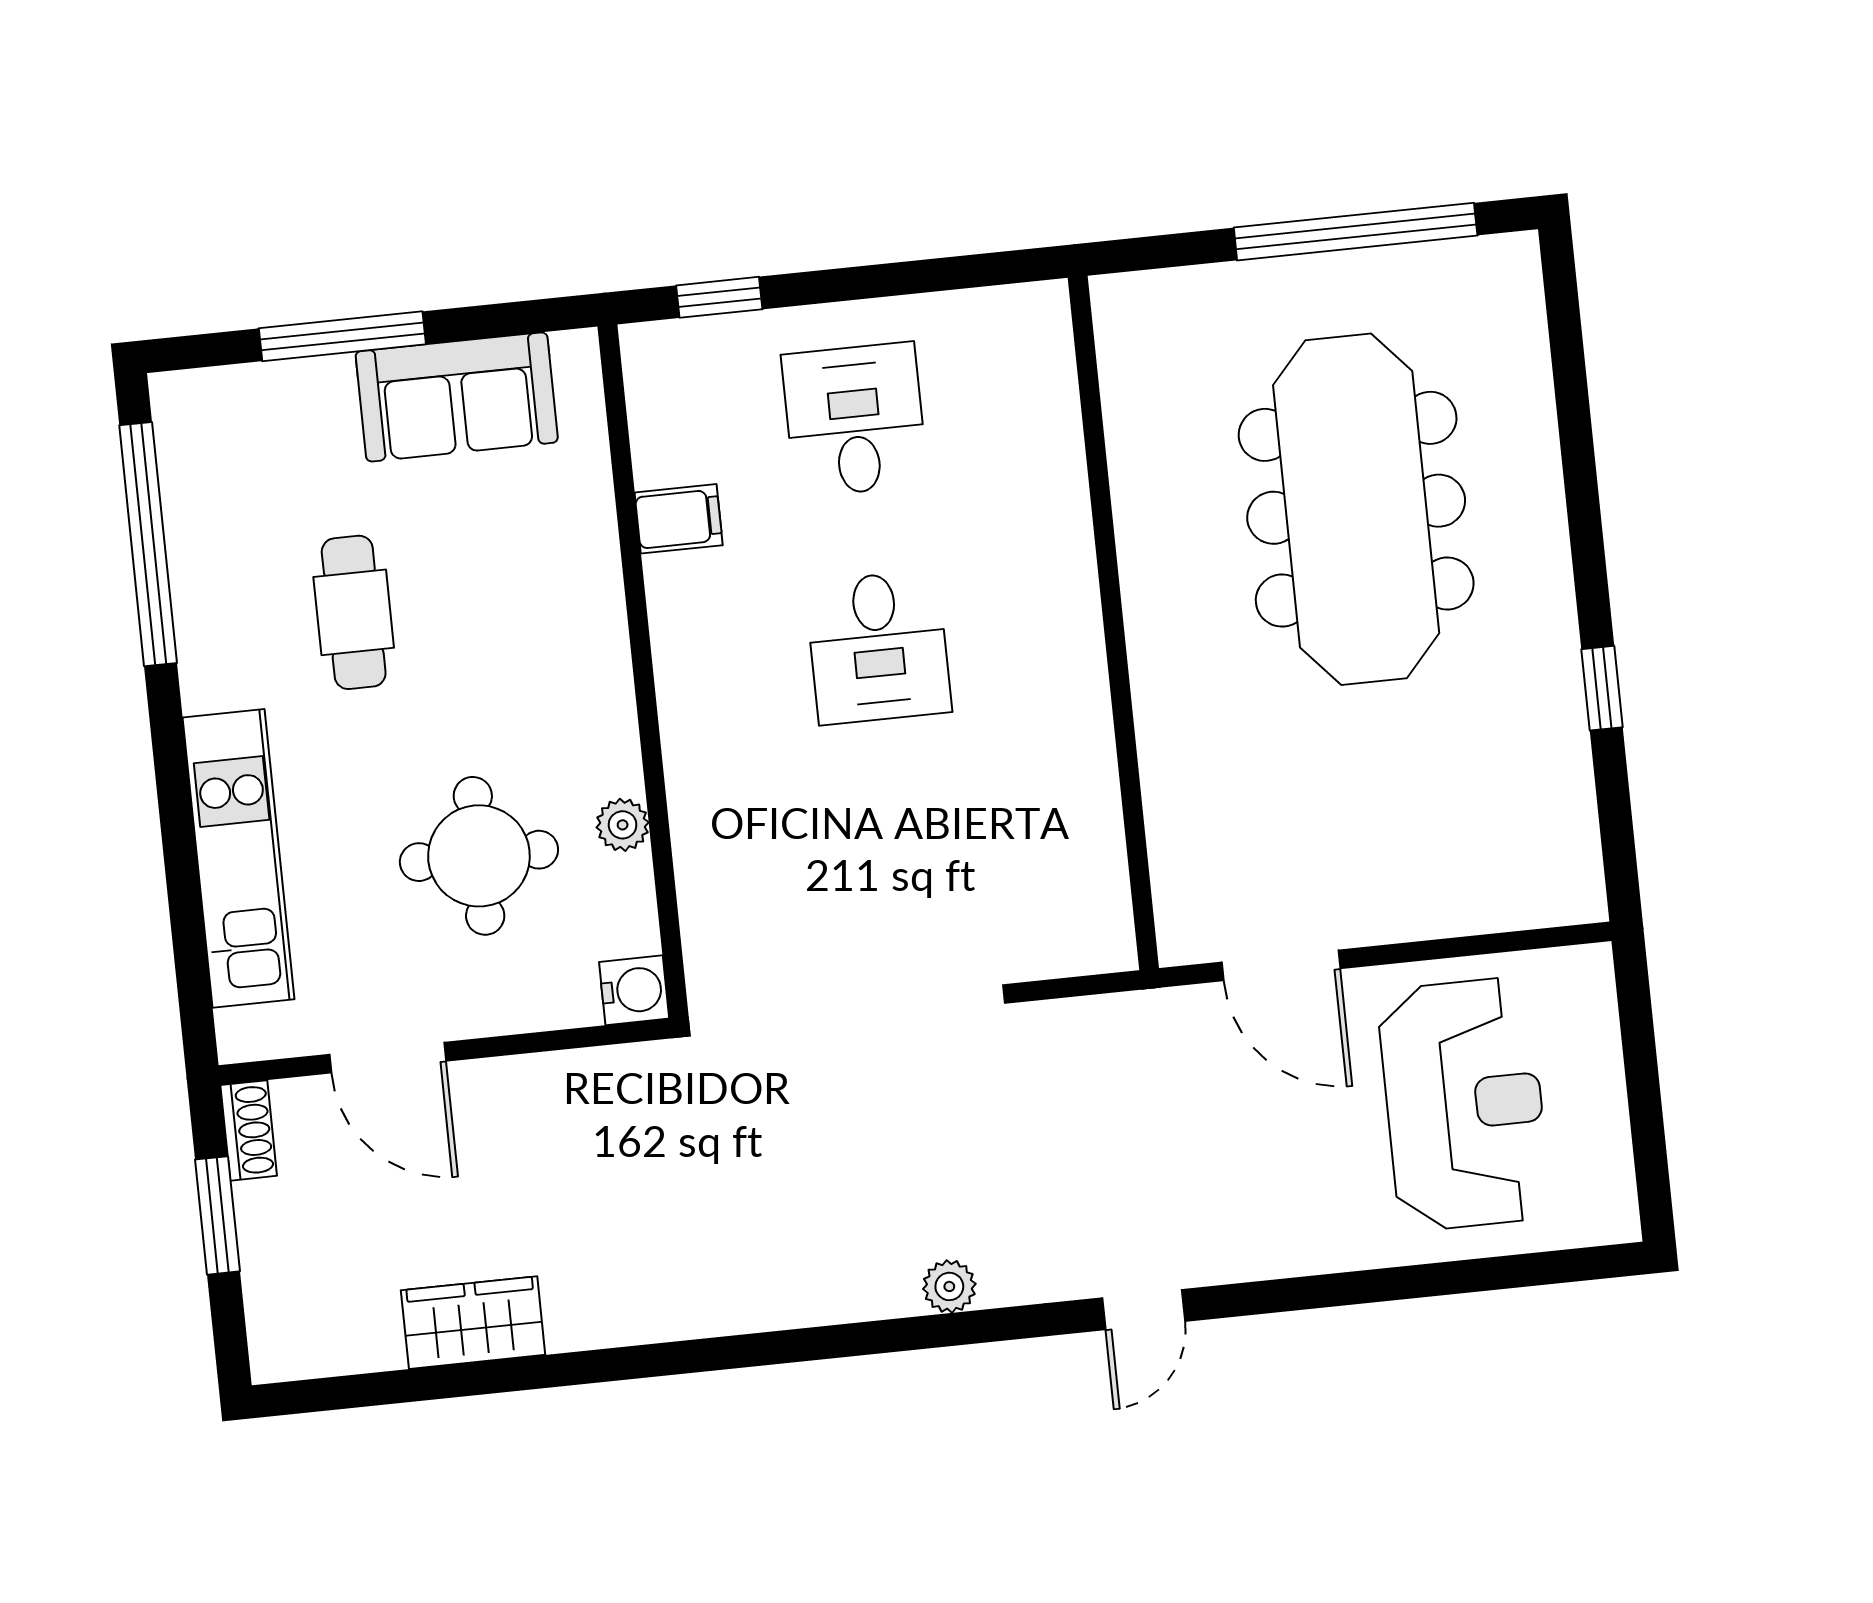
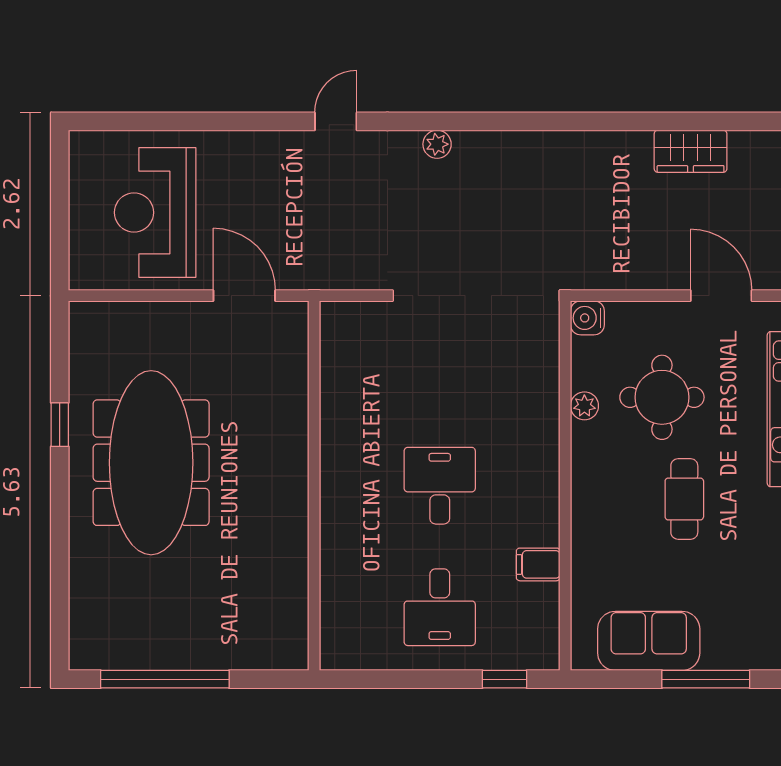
meeting table: (1356, 509) -> (151, 463), moved
cafe table: (354, 612) -> (684, 499), moved

